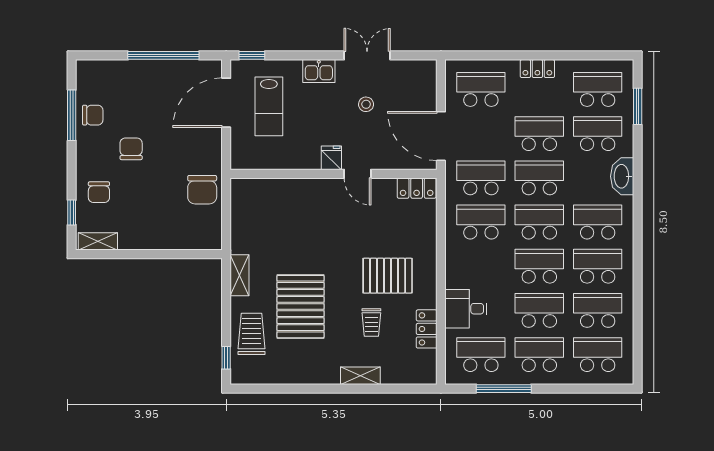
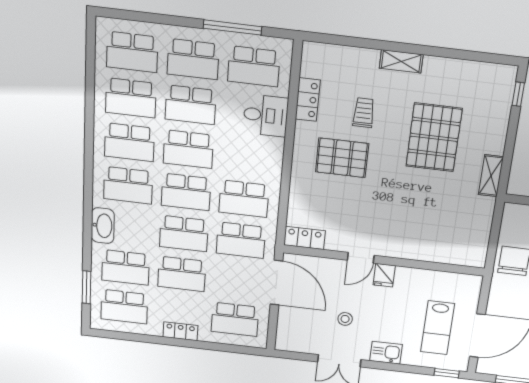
lab bench: (269, 106) -> (437, 328), turned 180
door: (358, 174) -> (361, 258), swing flipped
trolley: (251, 334) -> (488, 116), removed
shelving: (360, 376) -> (401, 61), moved

